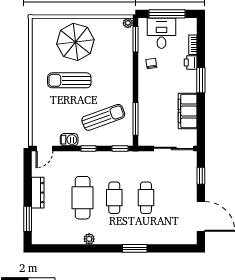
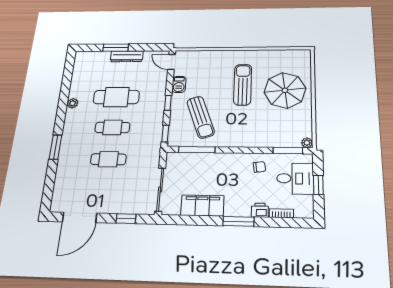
window: (167, 14) -> (318, 185), width x0.46
window: (28, 219) -> (116, 48), moved

